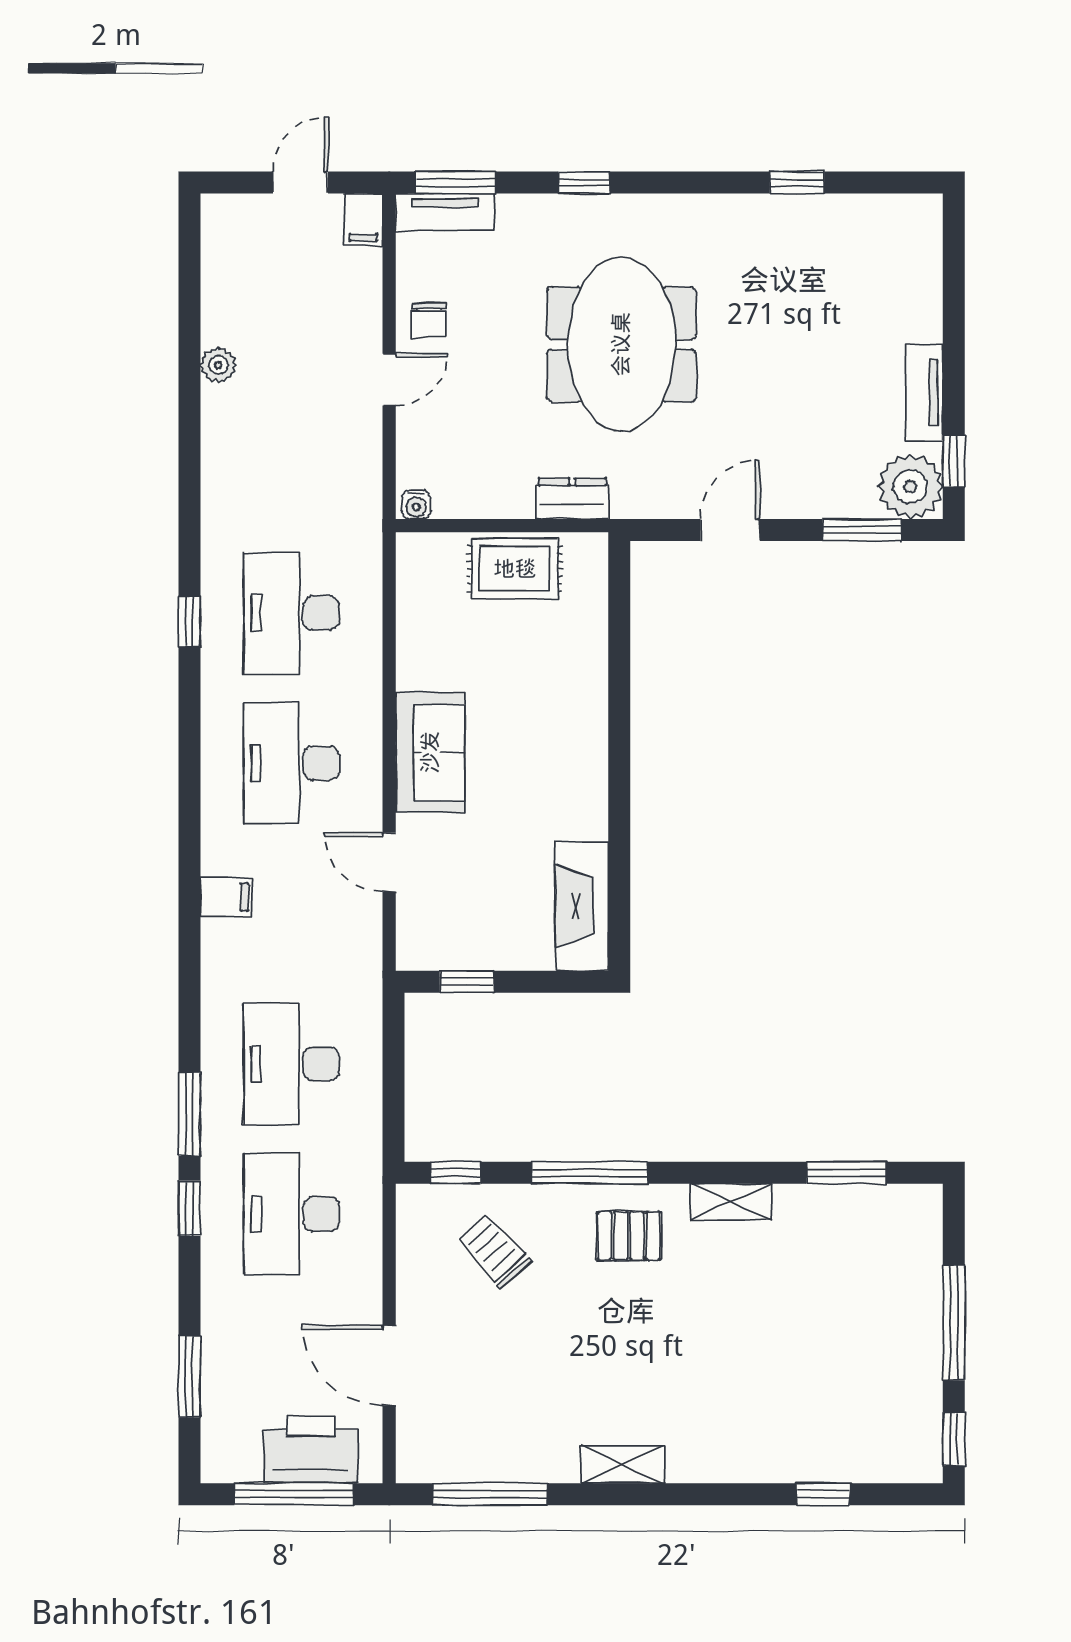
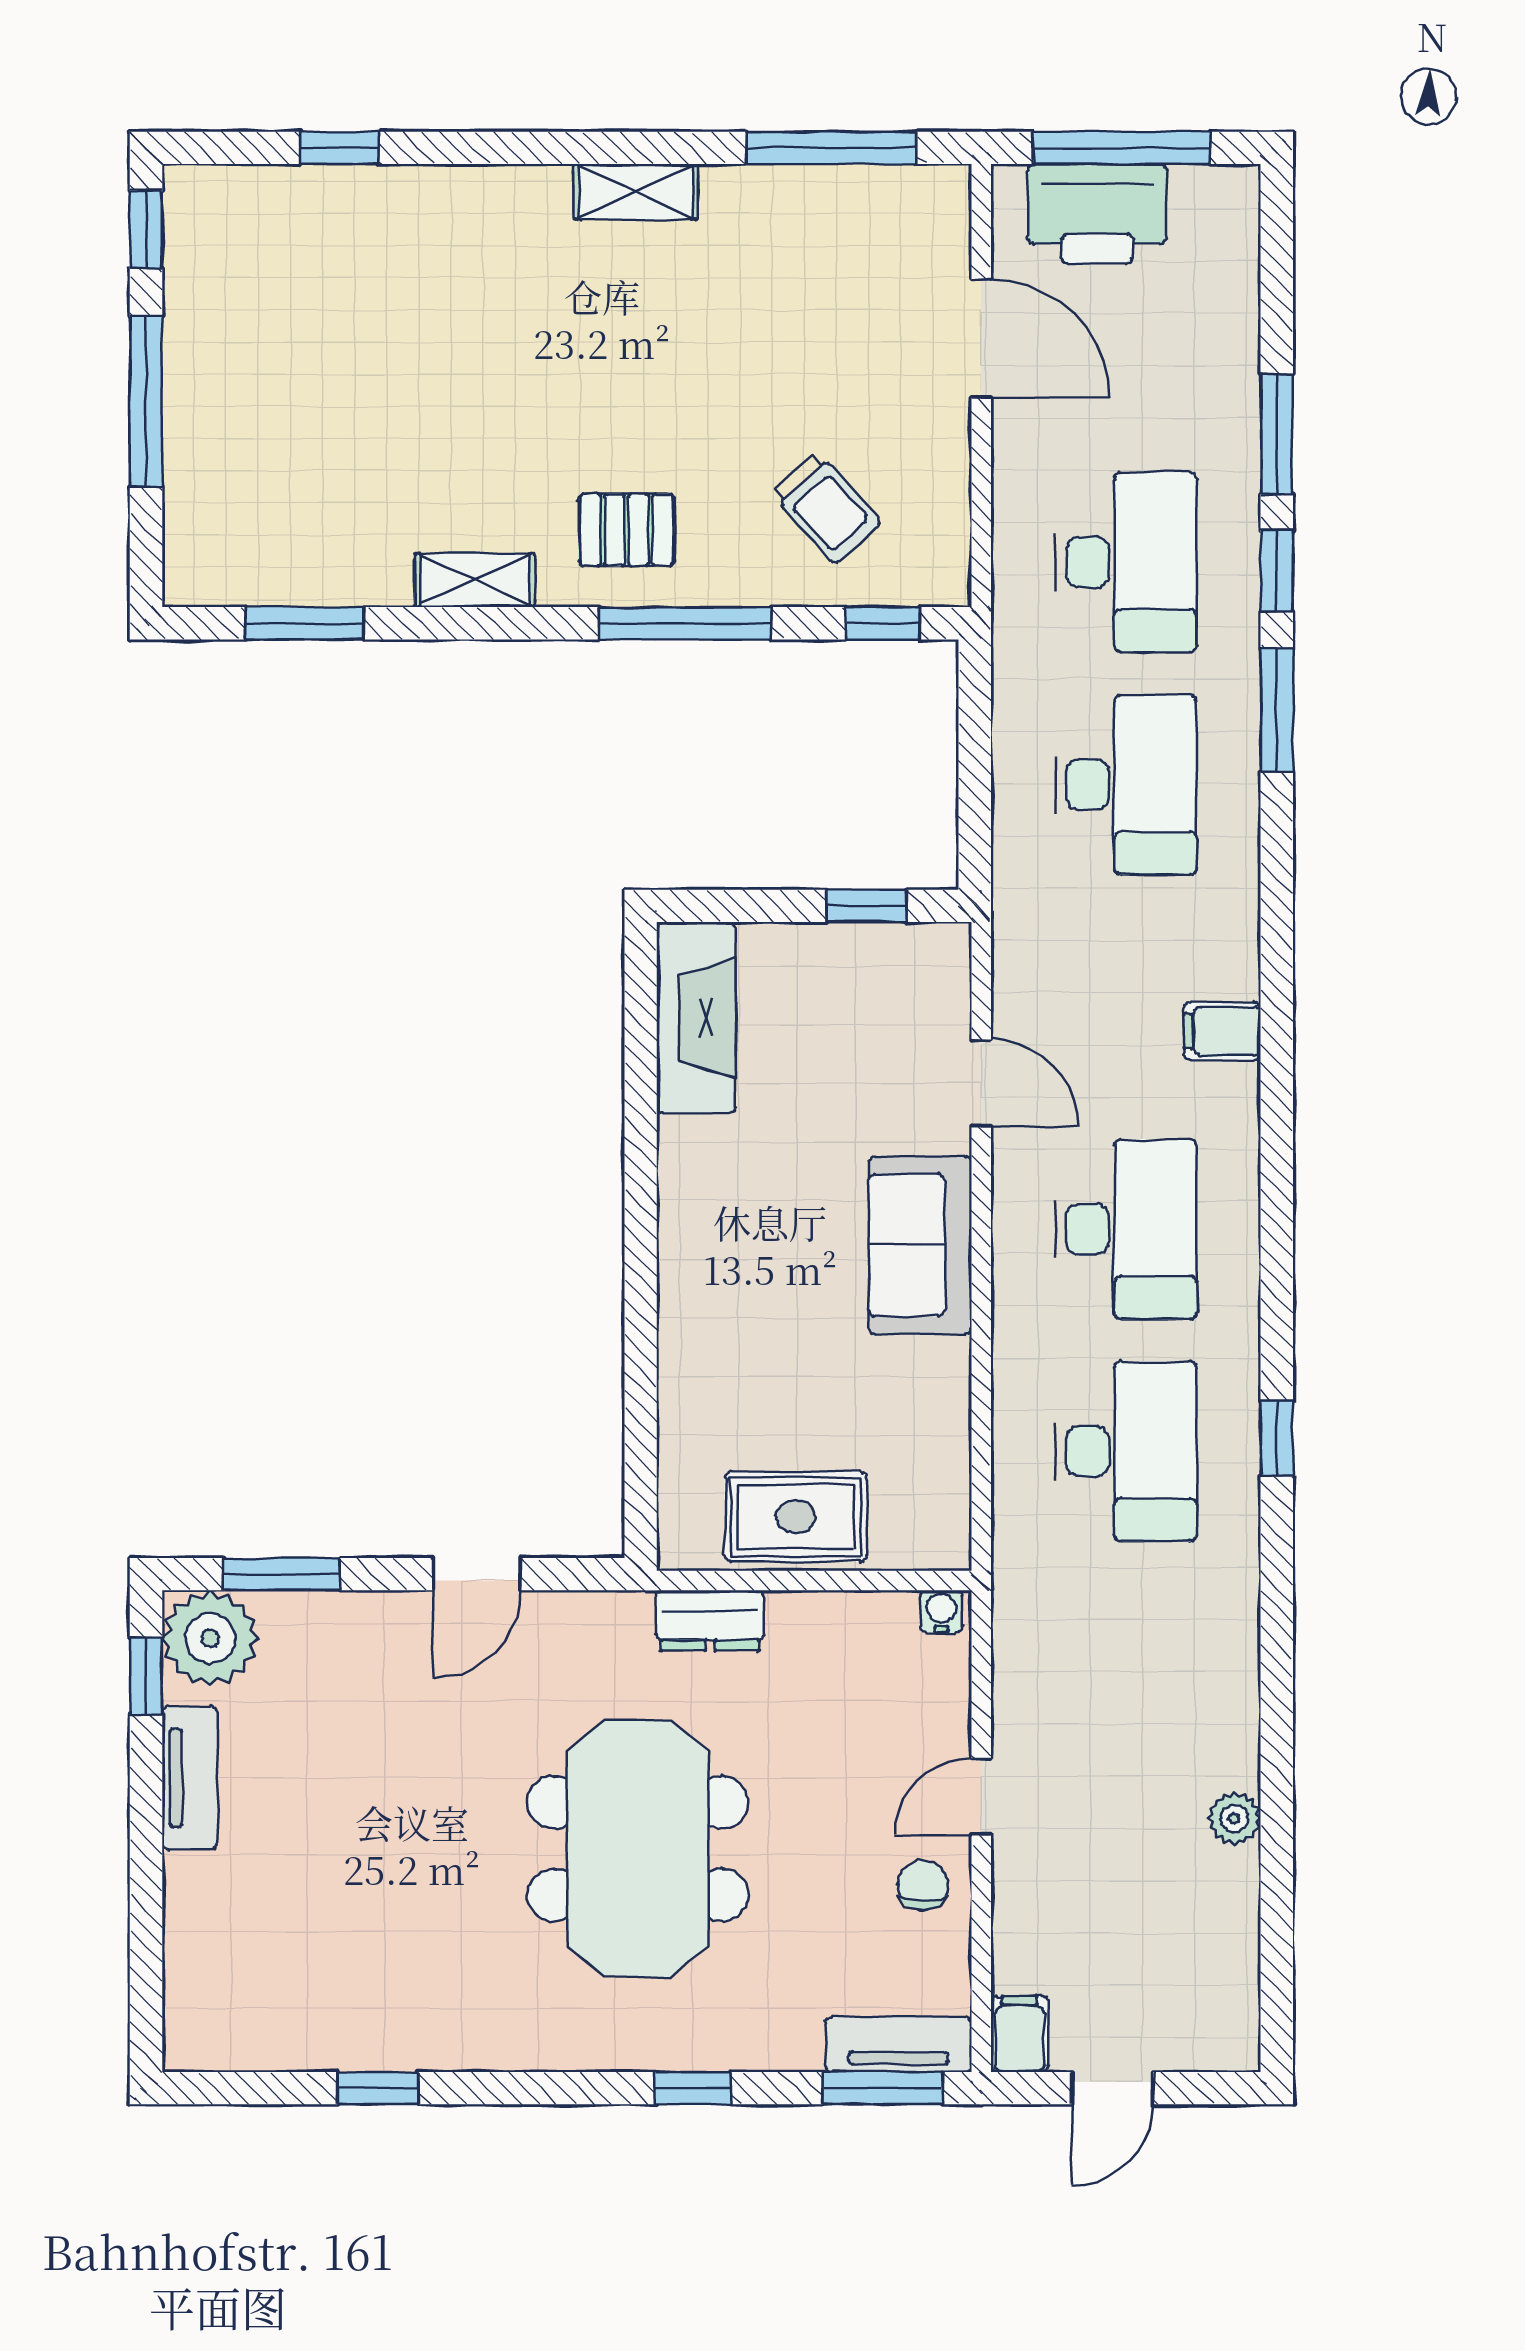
window: (189, 1377) -> (1277, 434), moved

